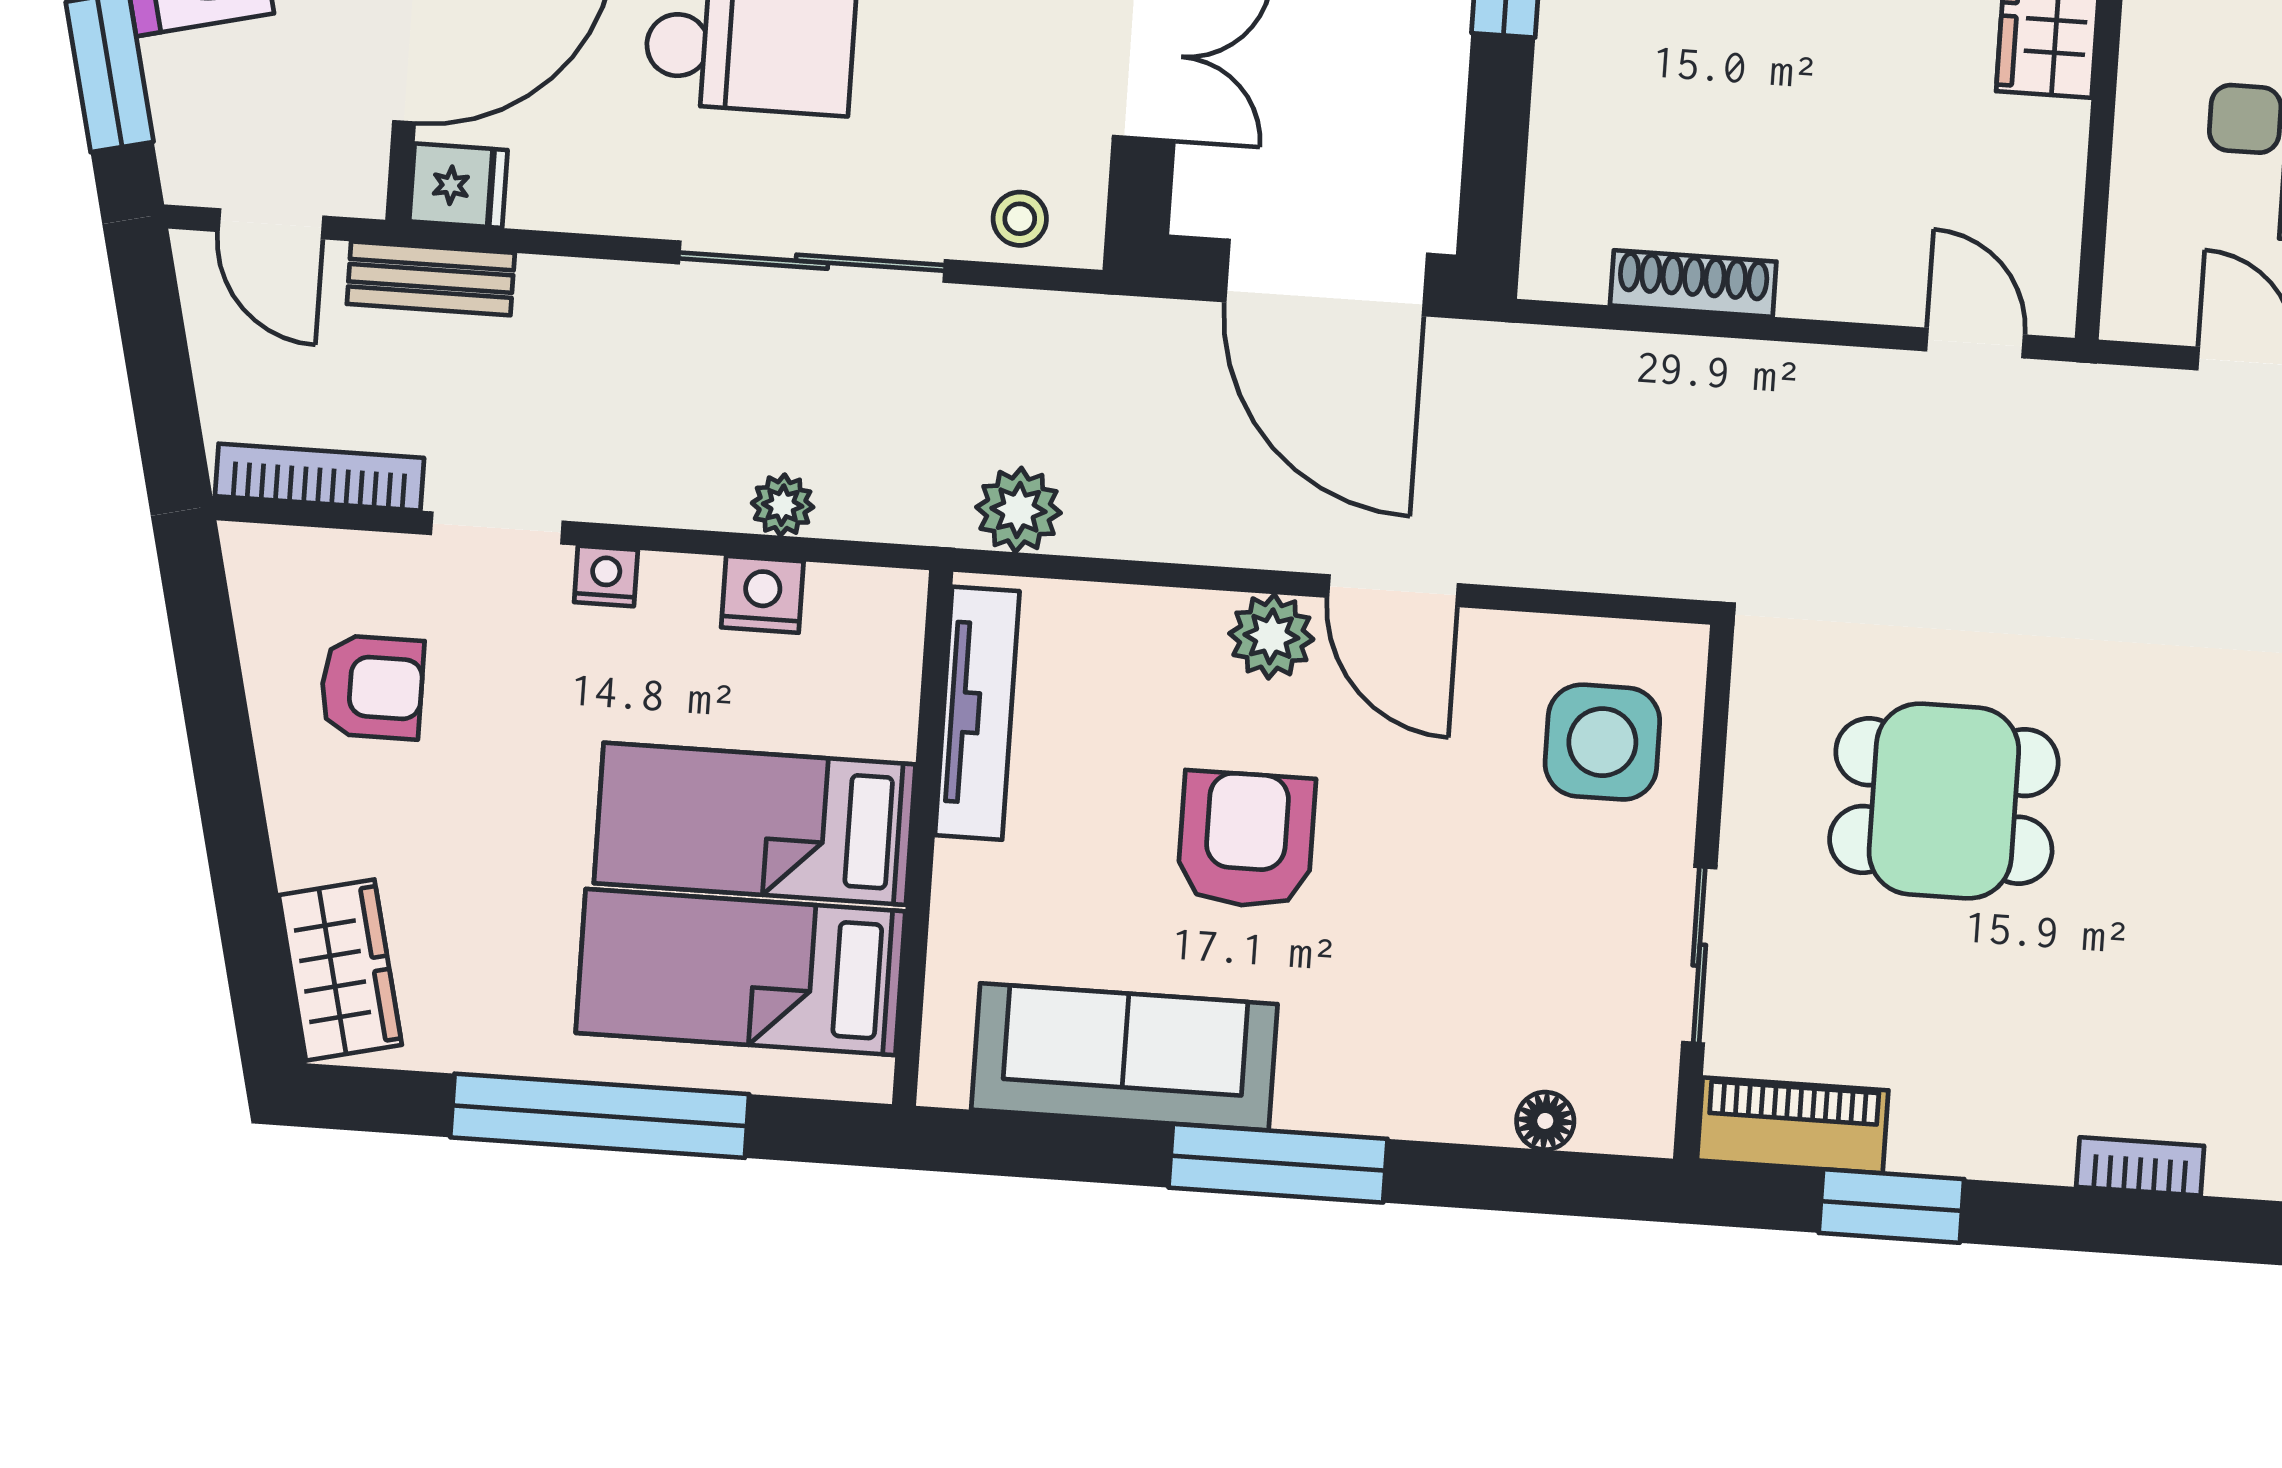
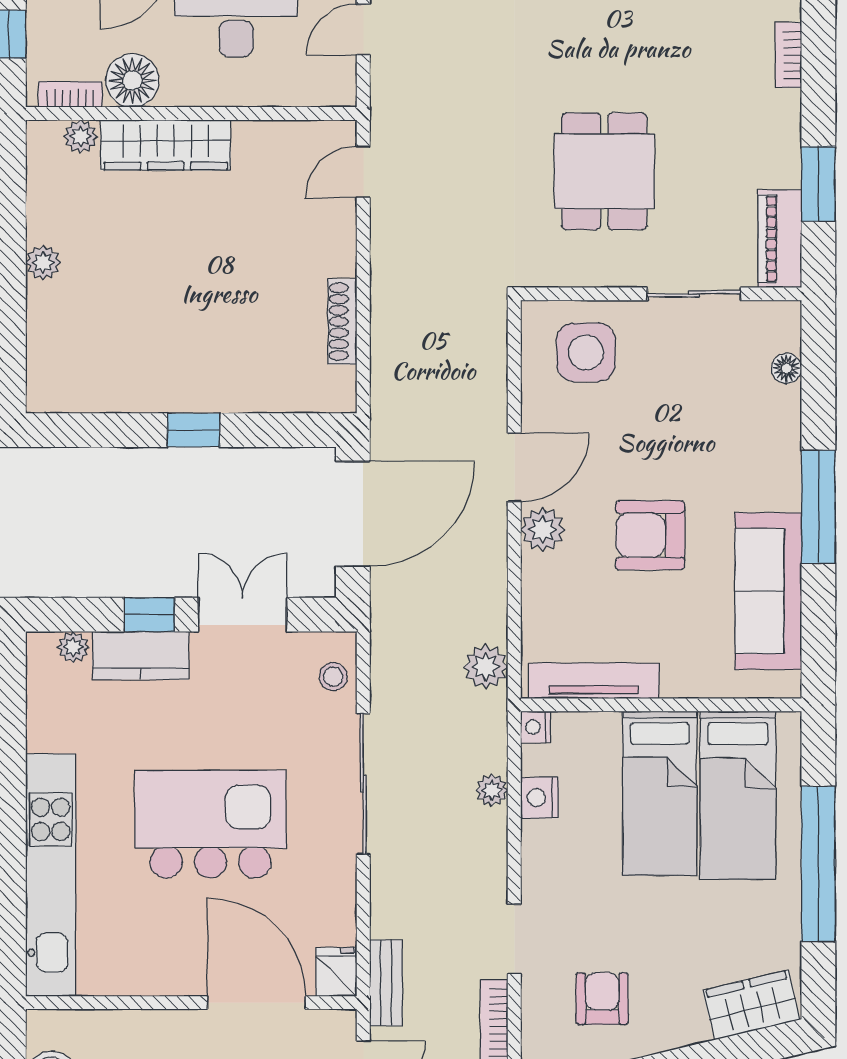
nightstand: (606, 576) -> (535, 727), moved

